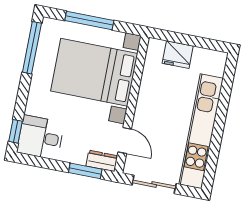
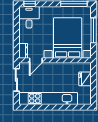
window: (85, 171) -> (16, 43), removed

